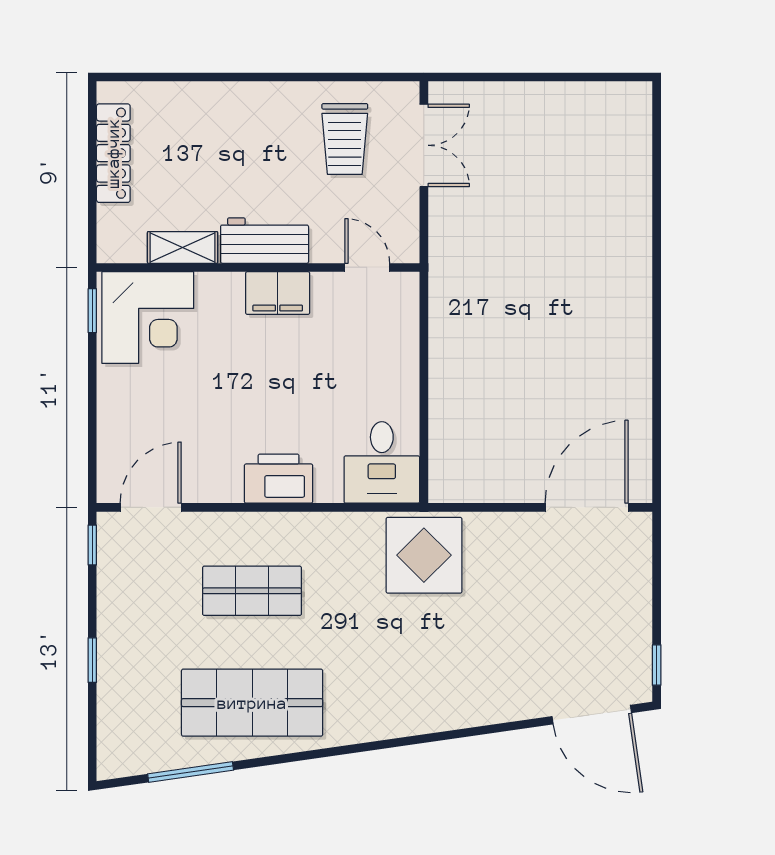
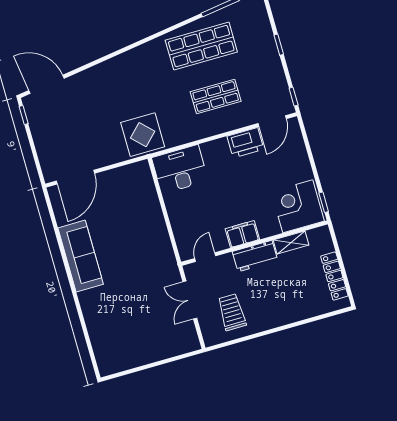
double door: (424, 145) -> (190, 300), moved
door: (367, 267) -> (205, 257), swing flipped
sofa: (622, 342) -> (81, 256), added
desk: (382, 462) -> (180, 169), width x1.37
printer: (279, 479) -> (245, 143), moved

